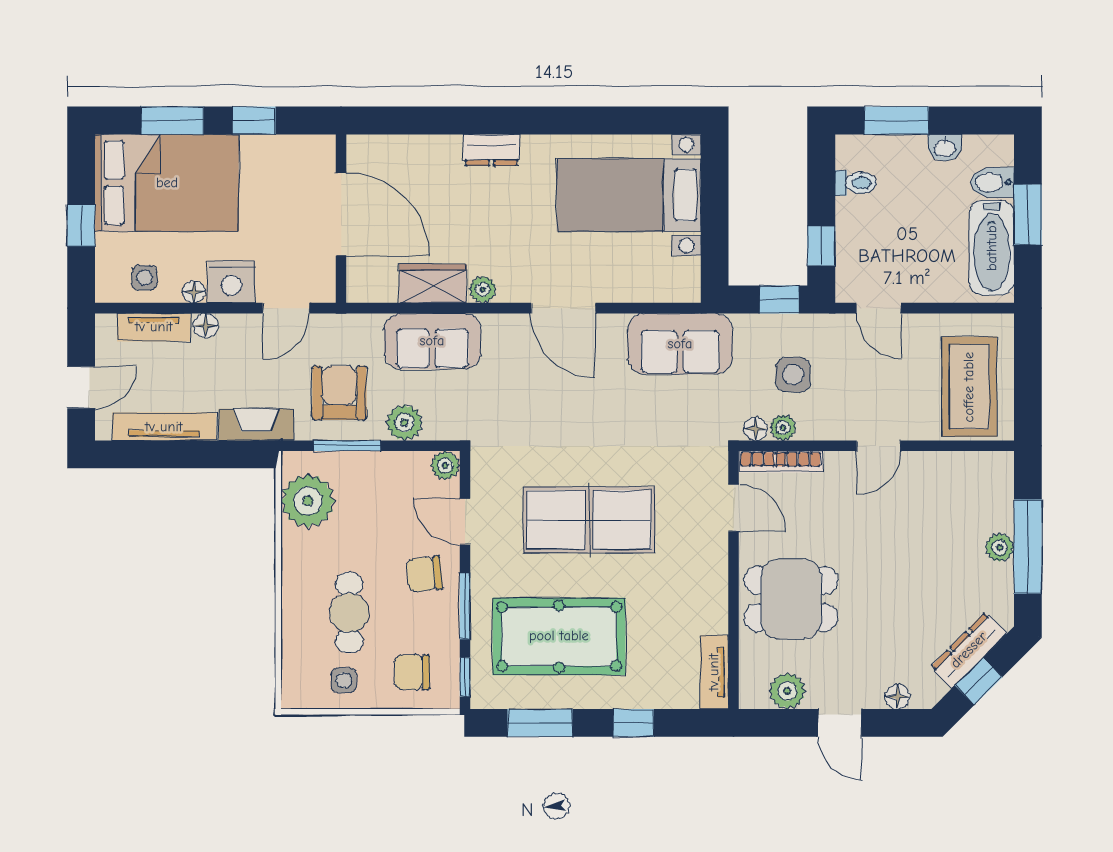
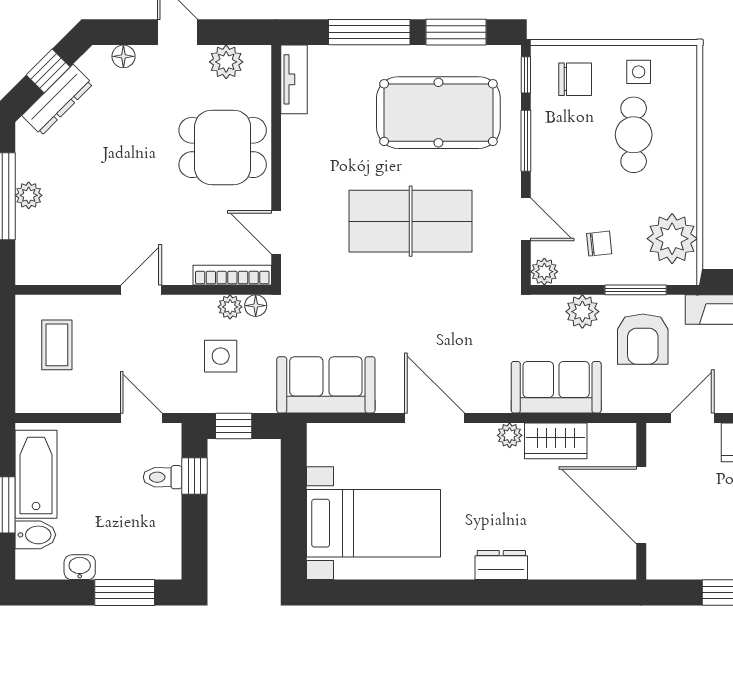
toilet: (856, 183) -> (163, 477), moved
coffee table: (969, 387) -> (57, 345), width x0.54, depth x0.58
chair: (424, 574) -> (599, 244), moved, width x0.73, depth x0.73
window: (633, 723) -> (369, 32), width x2.17

